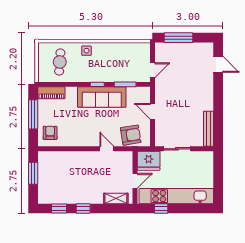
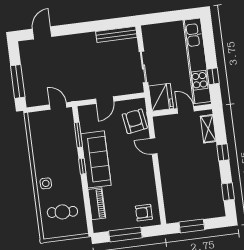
piano: (51, 93) -> (97, 204), moved
door: (107, 149) -> (154, 146), hinge flipped
window: (83, 209) -> (223, 152), moved

